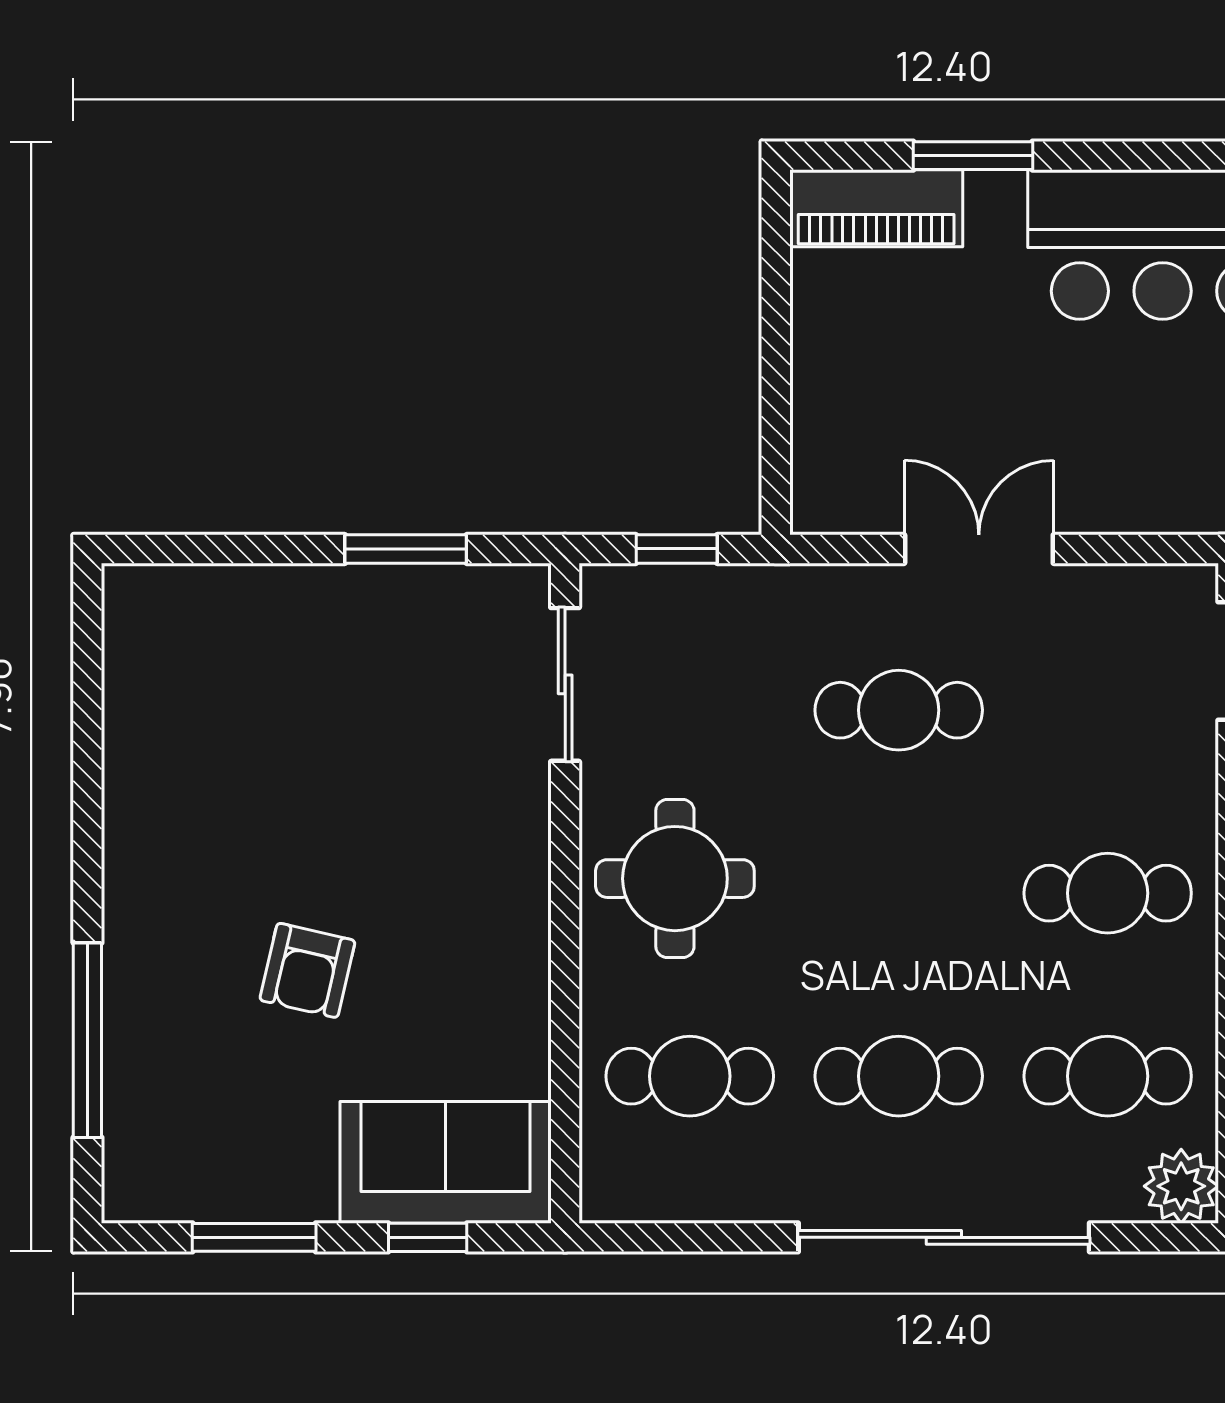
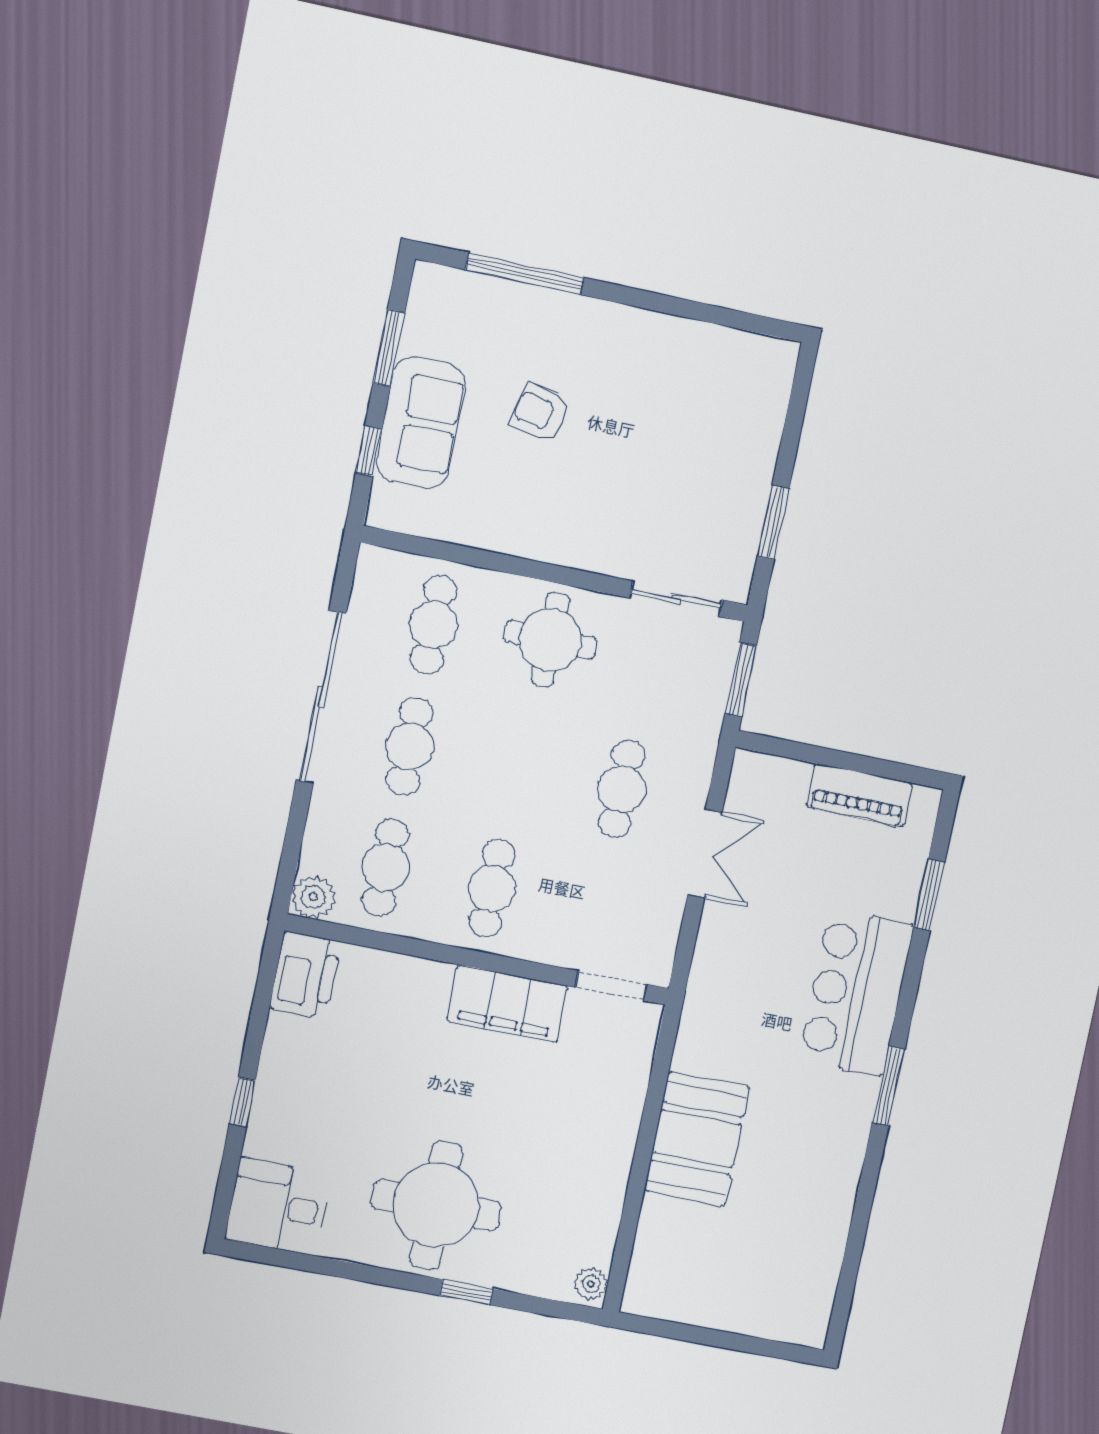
piano: (876, 208) -> (859, 795), moved, turned -90
window: (677, 549) -> (741, 680), width x1.50
sofa: (446, 1162) -> (420, 423), moved
sliding door: (944, 1237) -> (321, 697), moved

